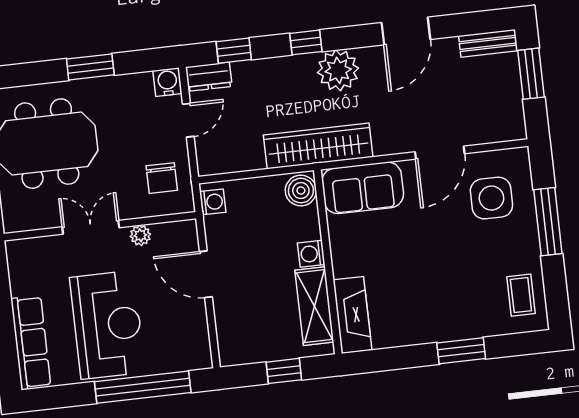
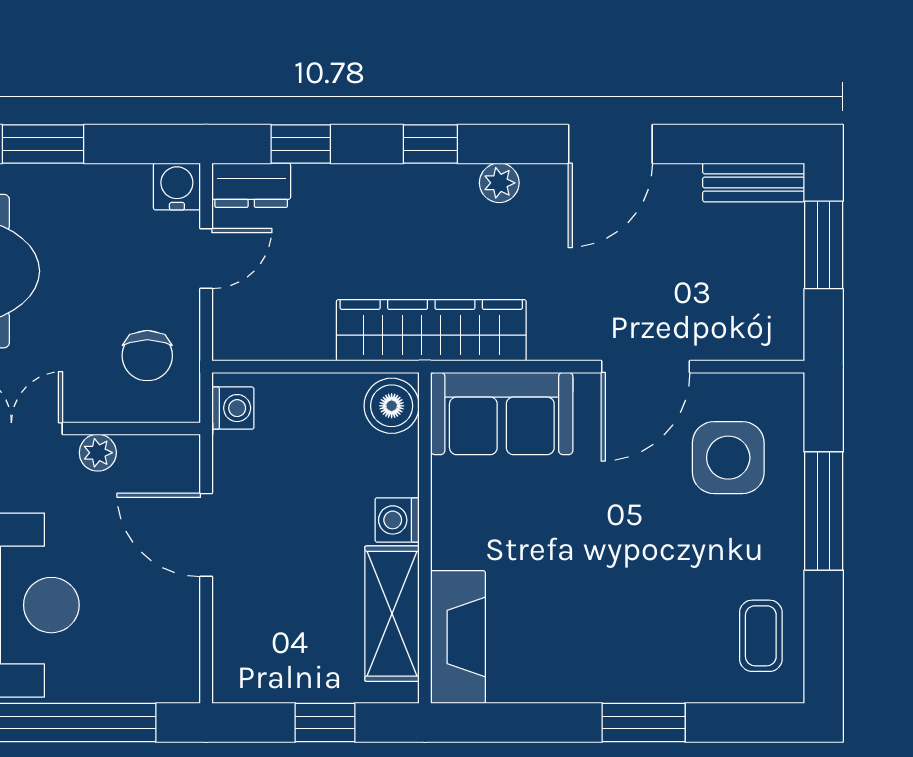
plant: (338, 70) -> (499, 183), width x0.53, depth x0.53

